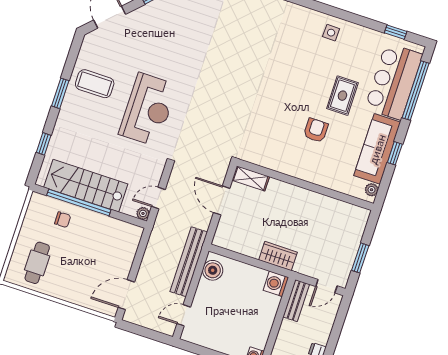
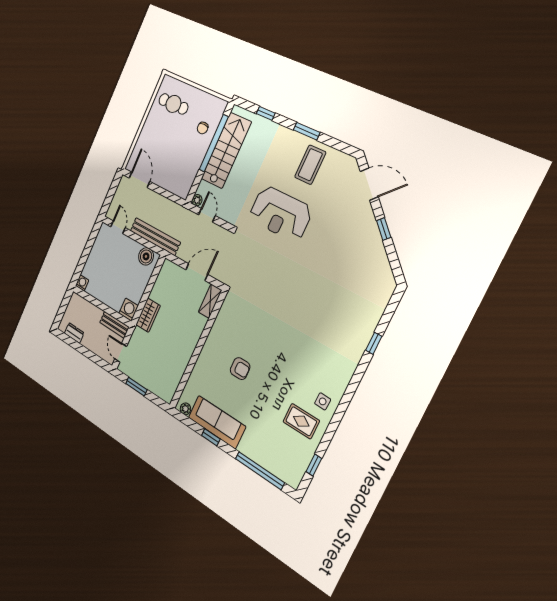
bar counter: (394, 81) -> (270, 452), removed
rug: (342, 96) -> (301, 421), moved

